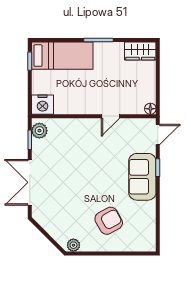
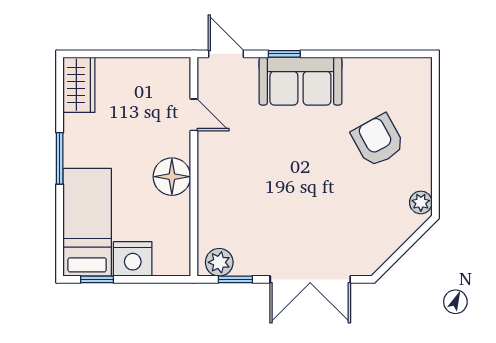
nightstand: (43, 105) -> (133, 259), moved, turned 90
floor lamp: (150, 109) -> (172, 177), moved, width x1.89, depth x1.89
door: (110, 116) -> (194, 115), moved

